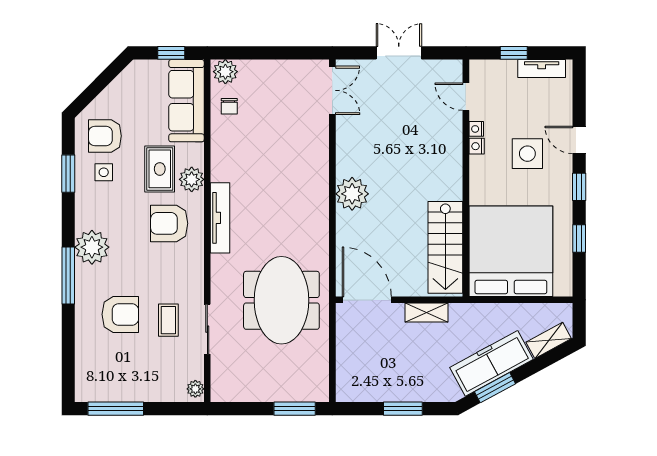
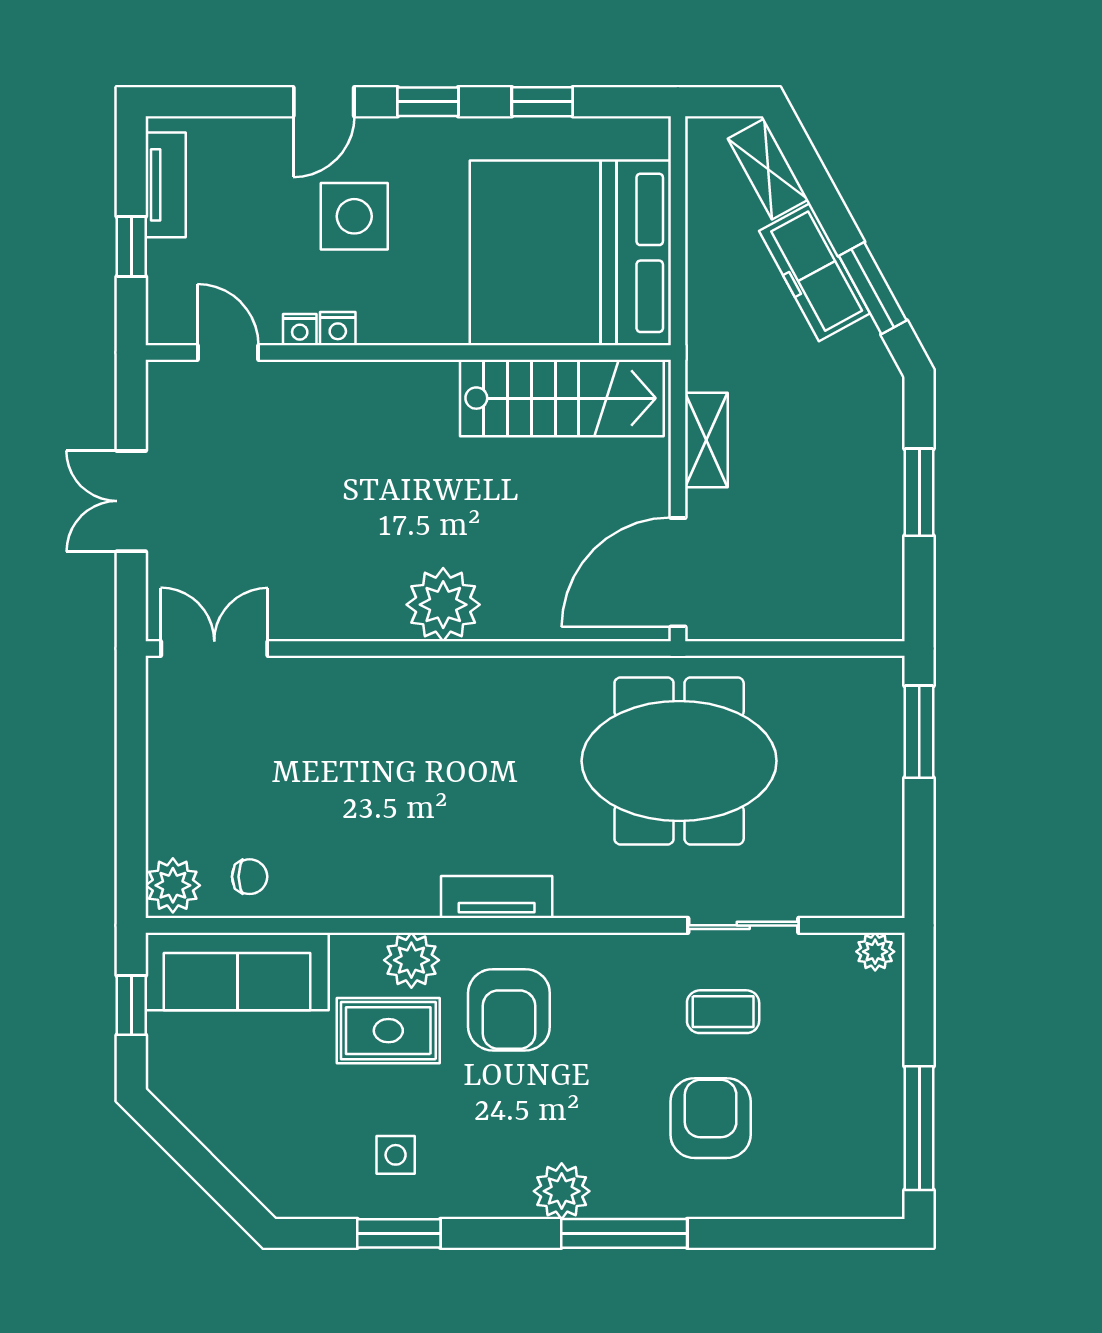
door: (466, 97) -> (228, 352), swing flipped
armchair: (105, 136) -> (315, 1152), removed
tv unit: (220, 218) -> (497, 897), width x0.71
plant: (92, 247) -> (562, 1191), width x0.73, depth x0.73
freezer: (491, 363) -> (815, 272), width x0.73, depth x0.79

